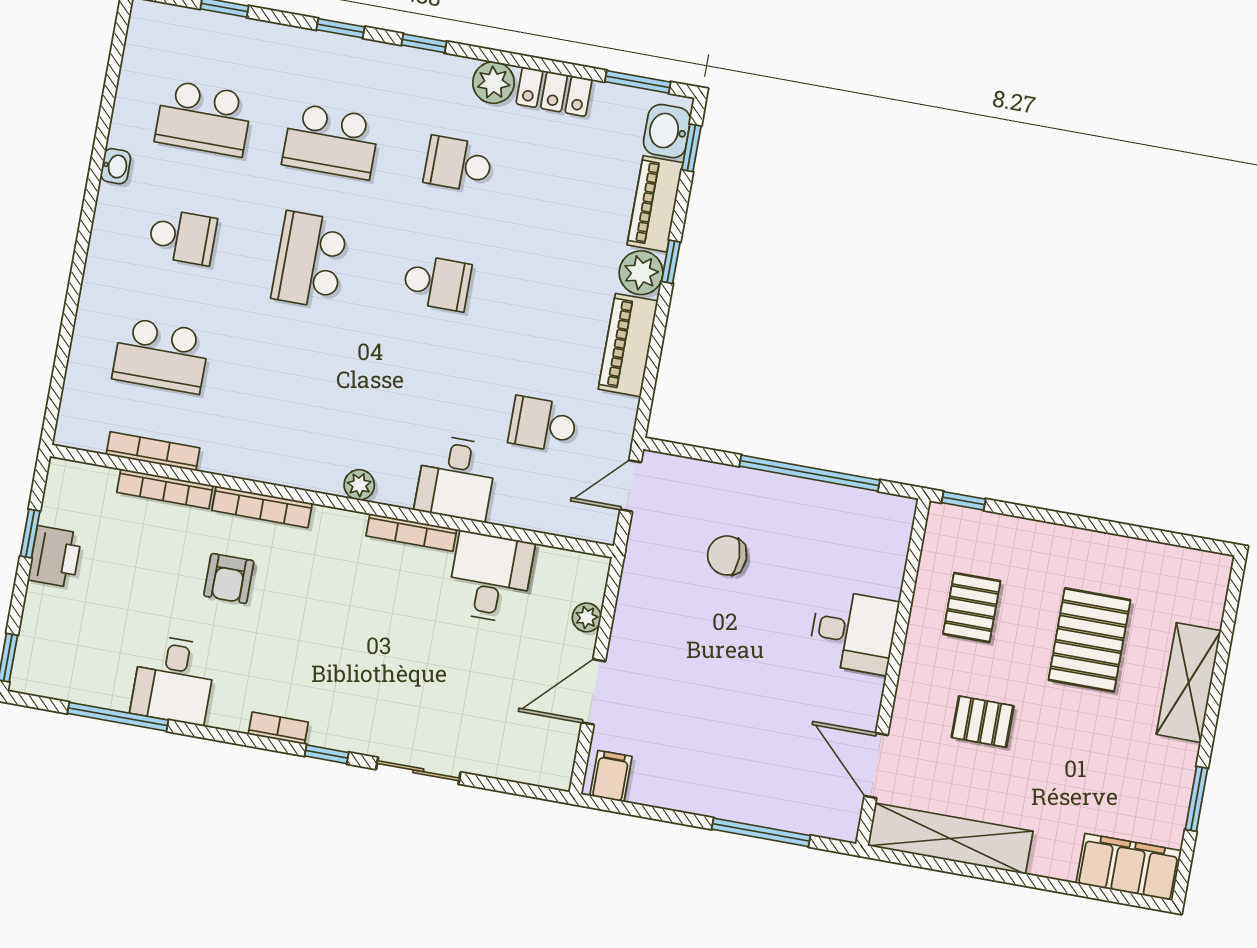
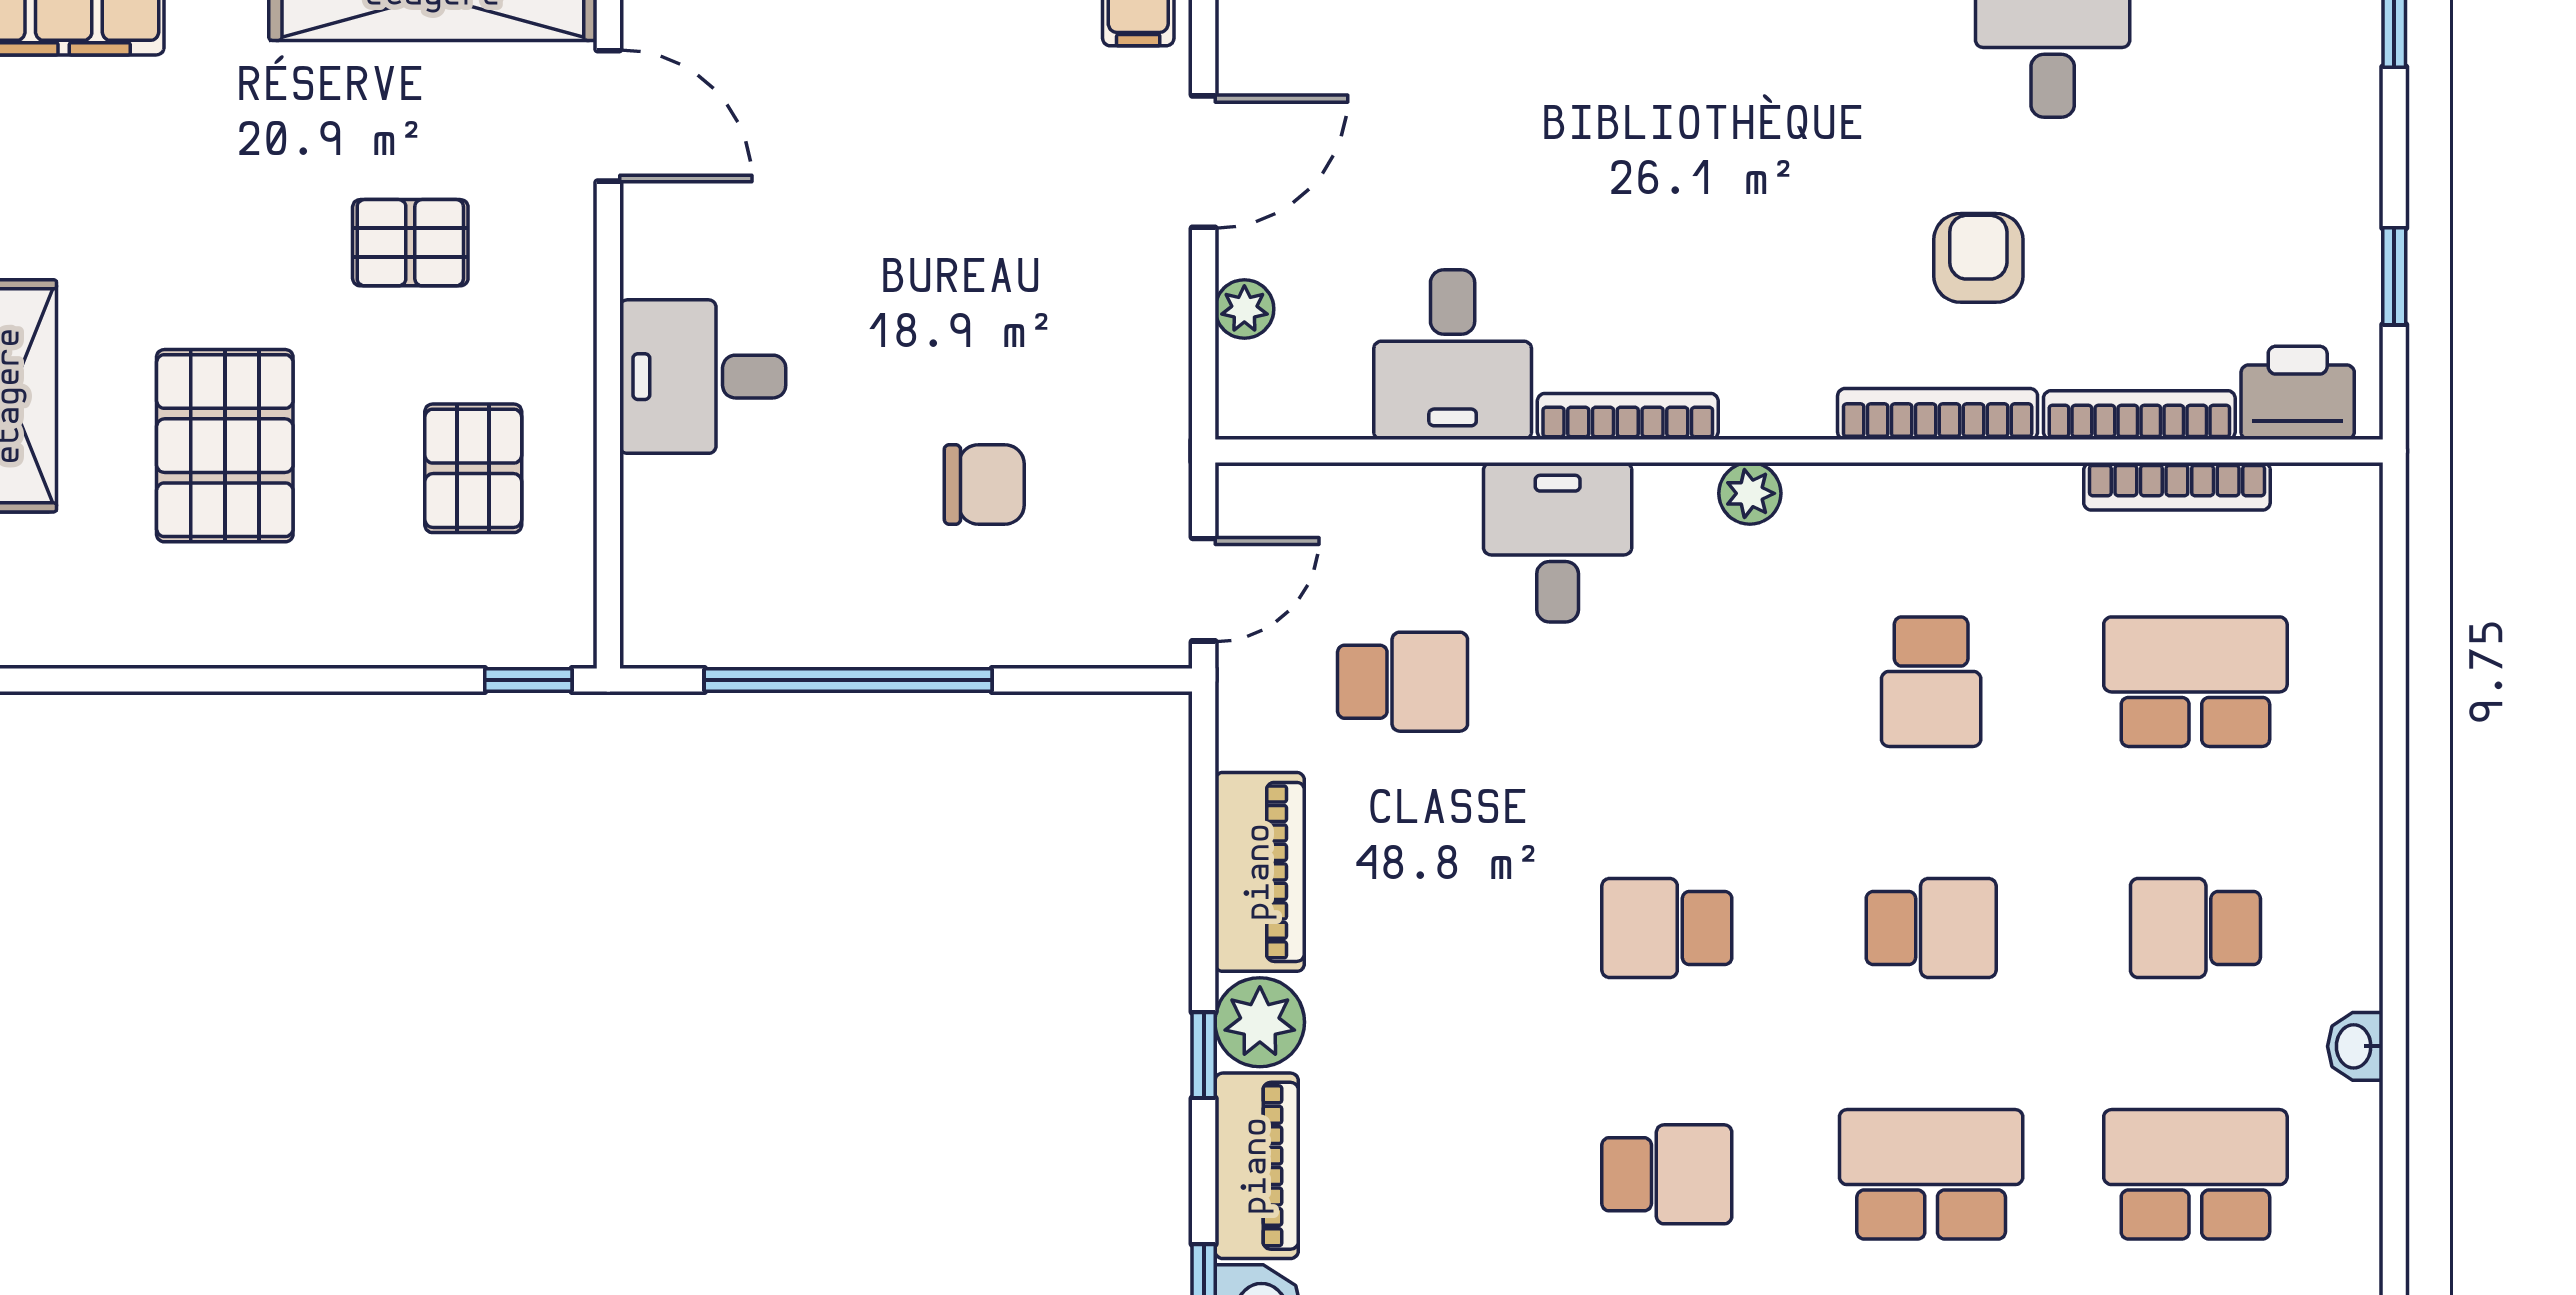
school desk: (310, 260) -> (1931, 928), width x0.54
school desk: (288, 378) -> (1931, 682), added
printer: (55, 557) -> (2298, 393), moved, turned 90

